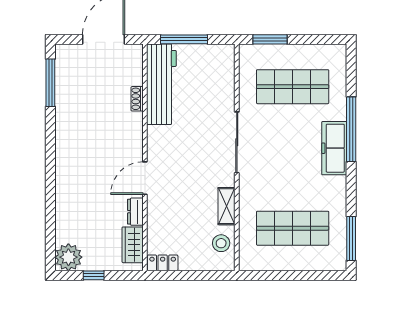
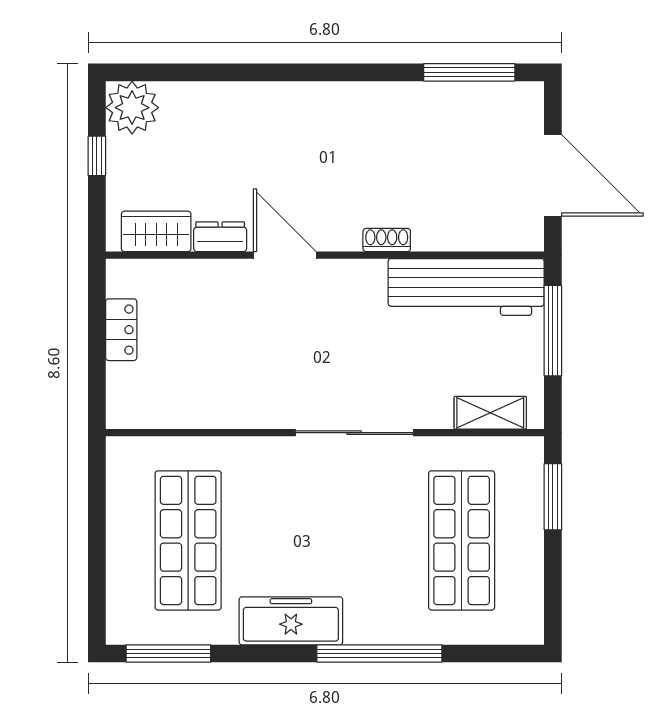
shoe rack: (137, 99) -> (387, 240), moved
freezer: (334, 148) -> (291, 621), moved
shelving: (227, 206) -> (490, 413), moved
stool: (221, 243) -> (159, 402), removed
locker: (163, 263) -> (121, 330), moved

